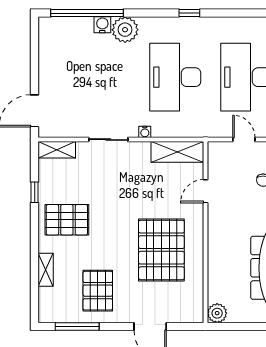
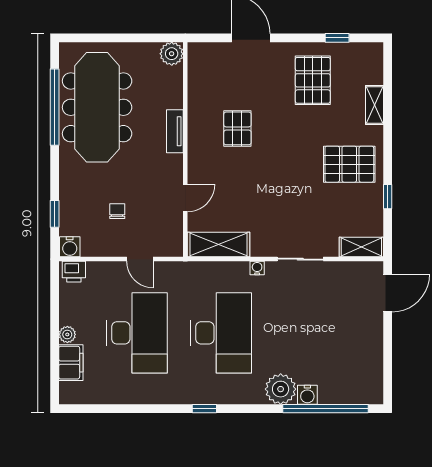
tv unit: (214, 248) -> (175, 131), added
pallet: (161, 250) -> (237, 128), width x0.49, depth x0.50
window: (77, 327) -> (337, 38), width x0.46

